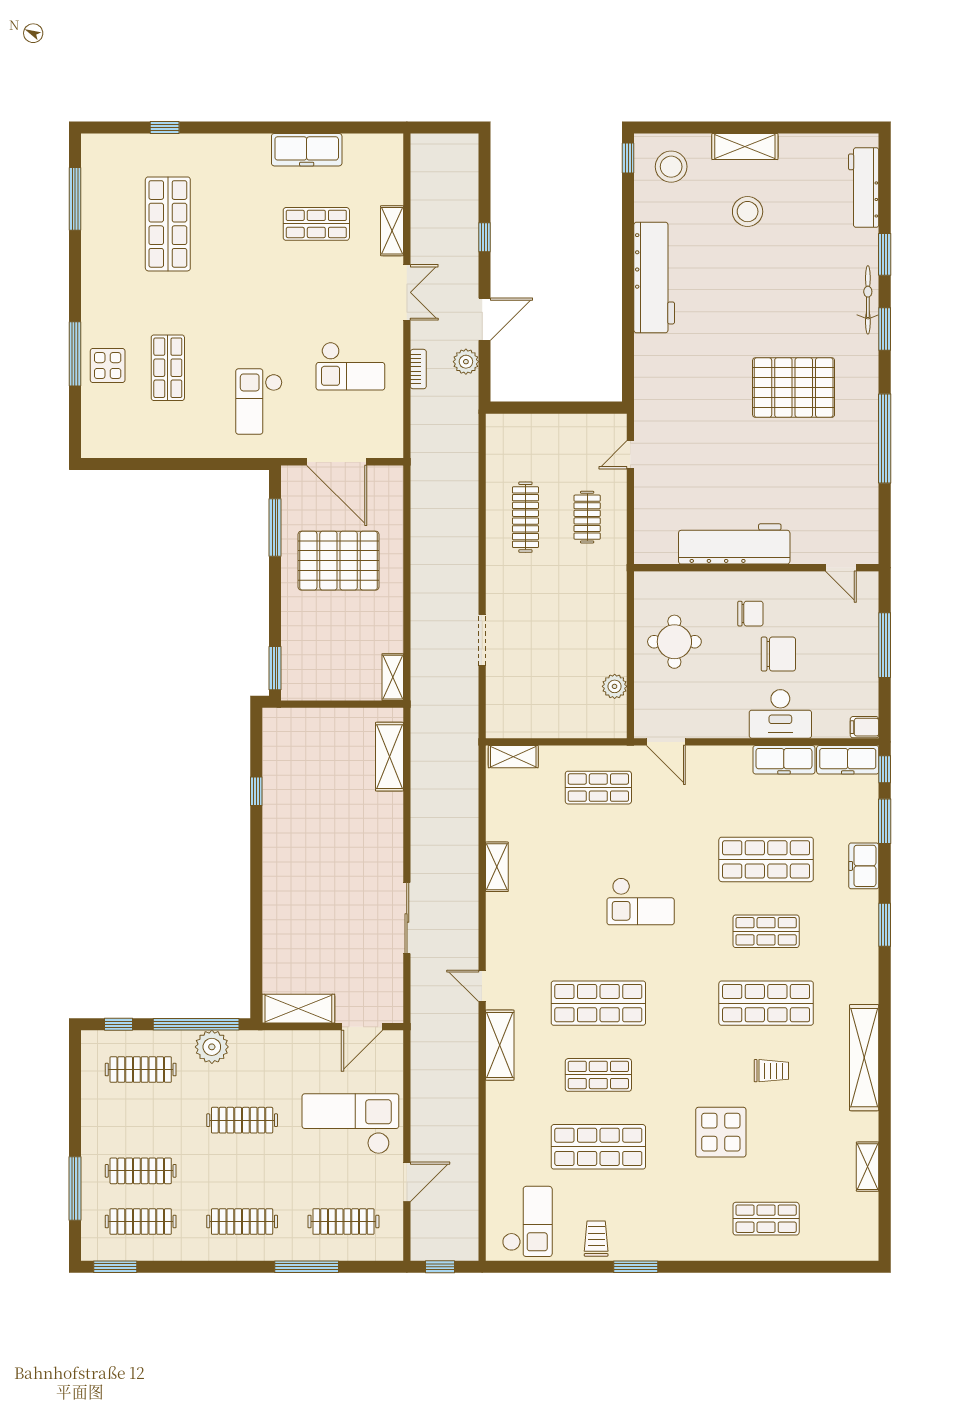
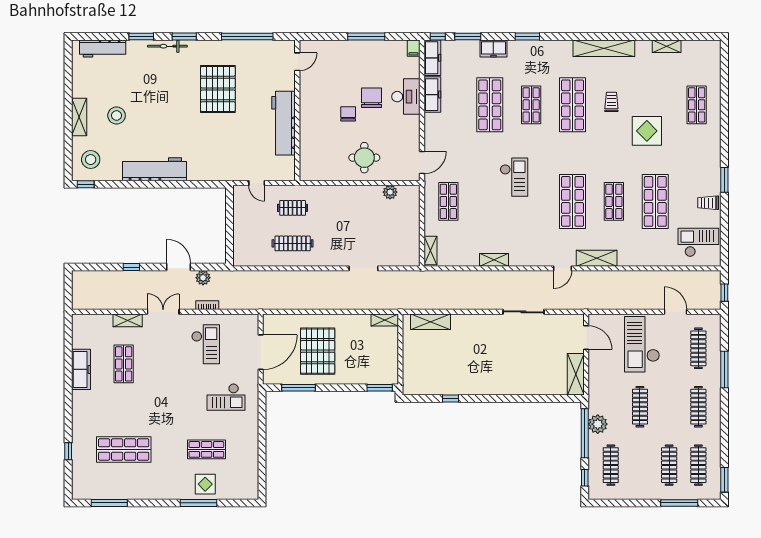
workbench: (734, 544) -> (284, 123), moved
wall: (756, 568) -> (297, 110), moved
door: (841, 568) -> (297, 62), moved

